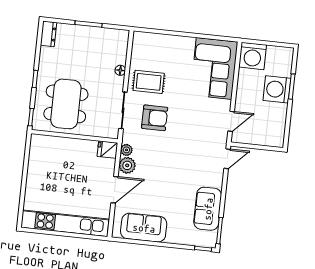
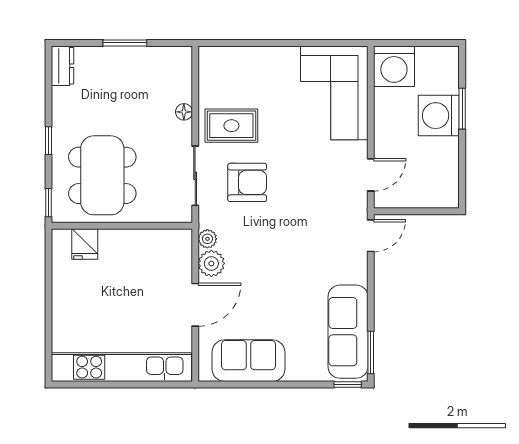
fridge: (107, 150) -> (85, 244), moved, turned -90
sofa: (208, 209) -> (348, 332), width x1.36

